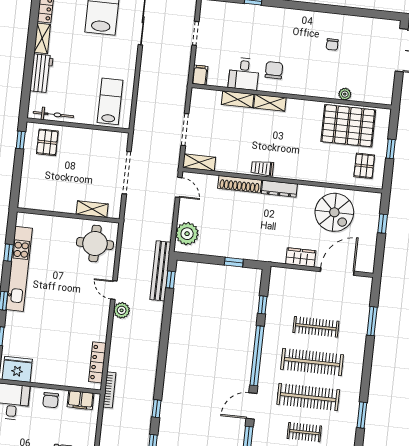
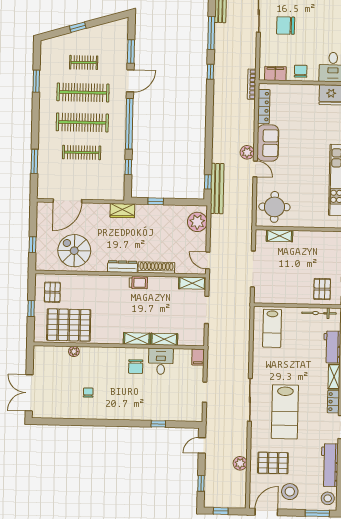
wardrobe: (301, 257) -> (122, 211), moved
sofa: (96, 319) -> (268, 143), added

